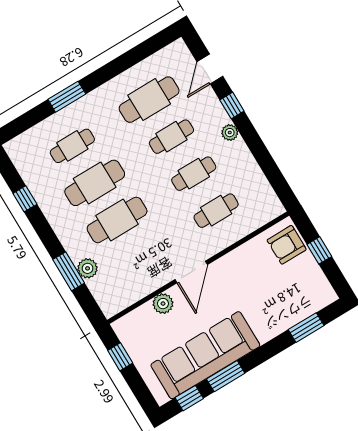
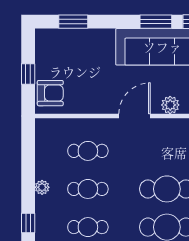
plant: (230, 133) -> (42, 187), moved

